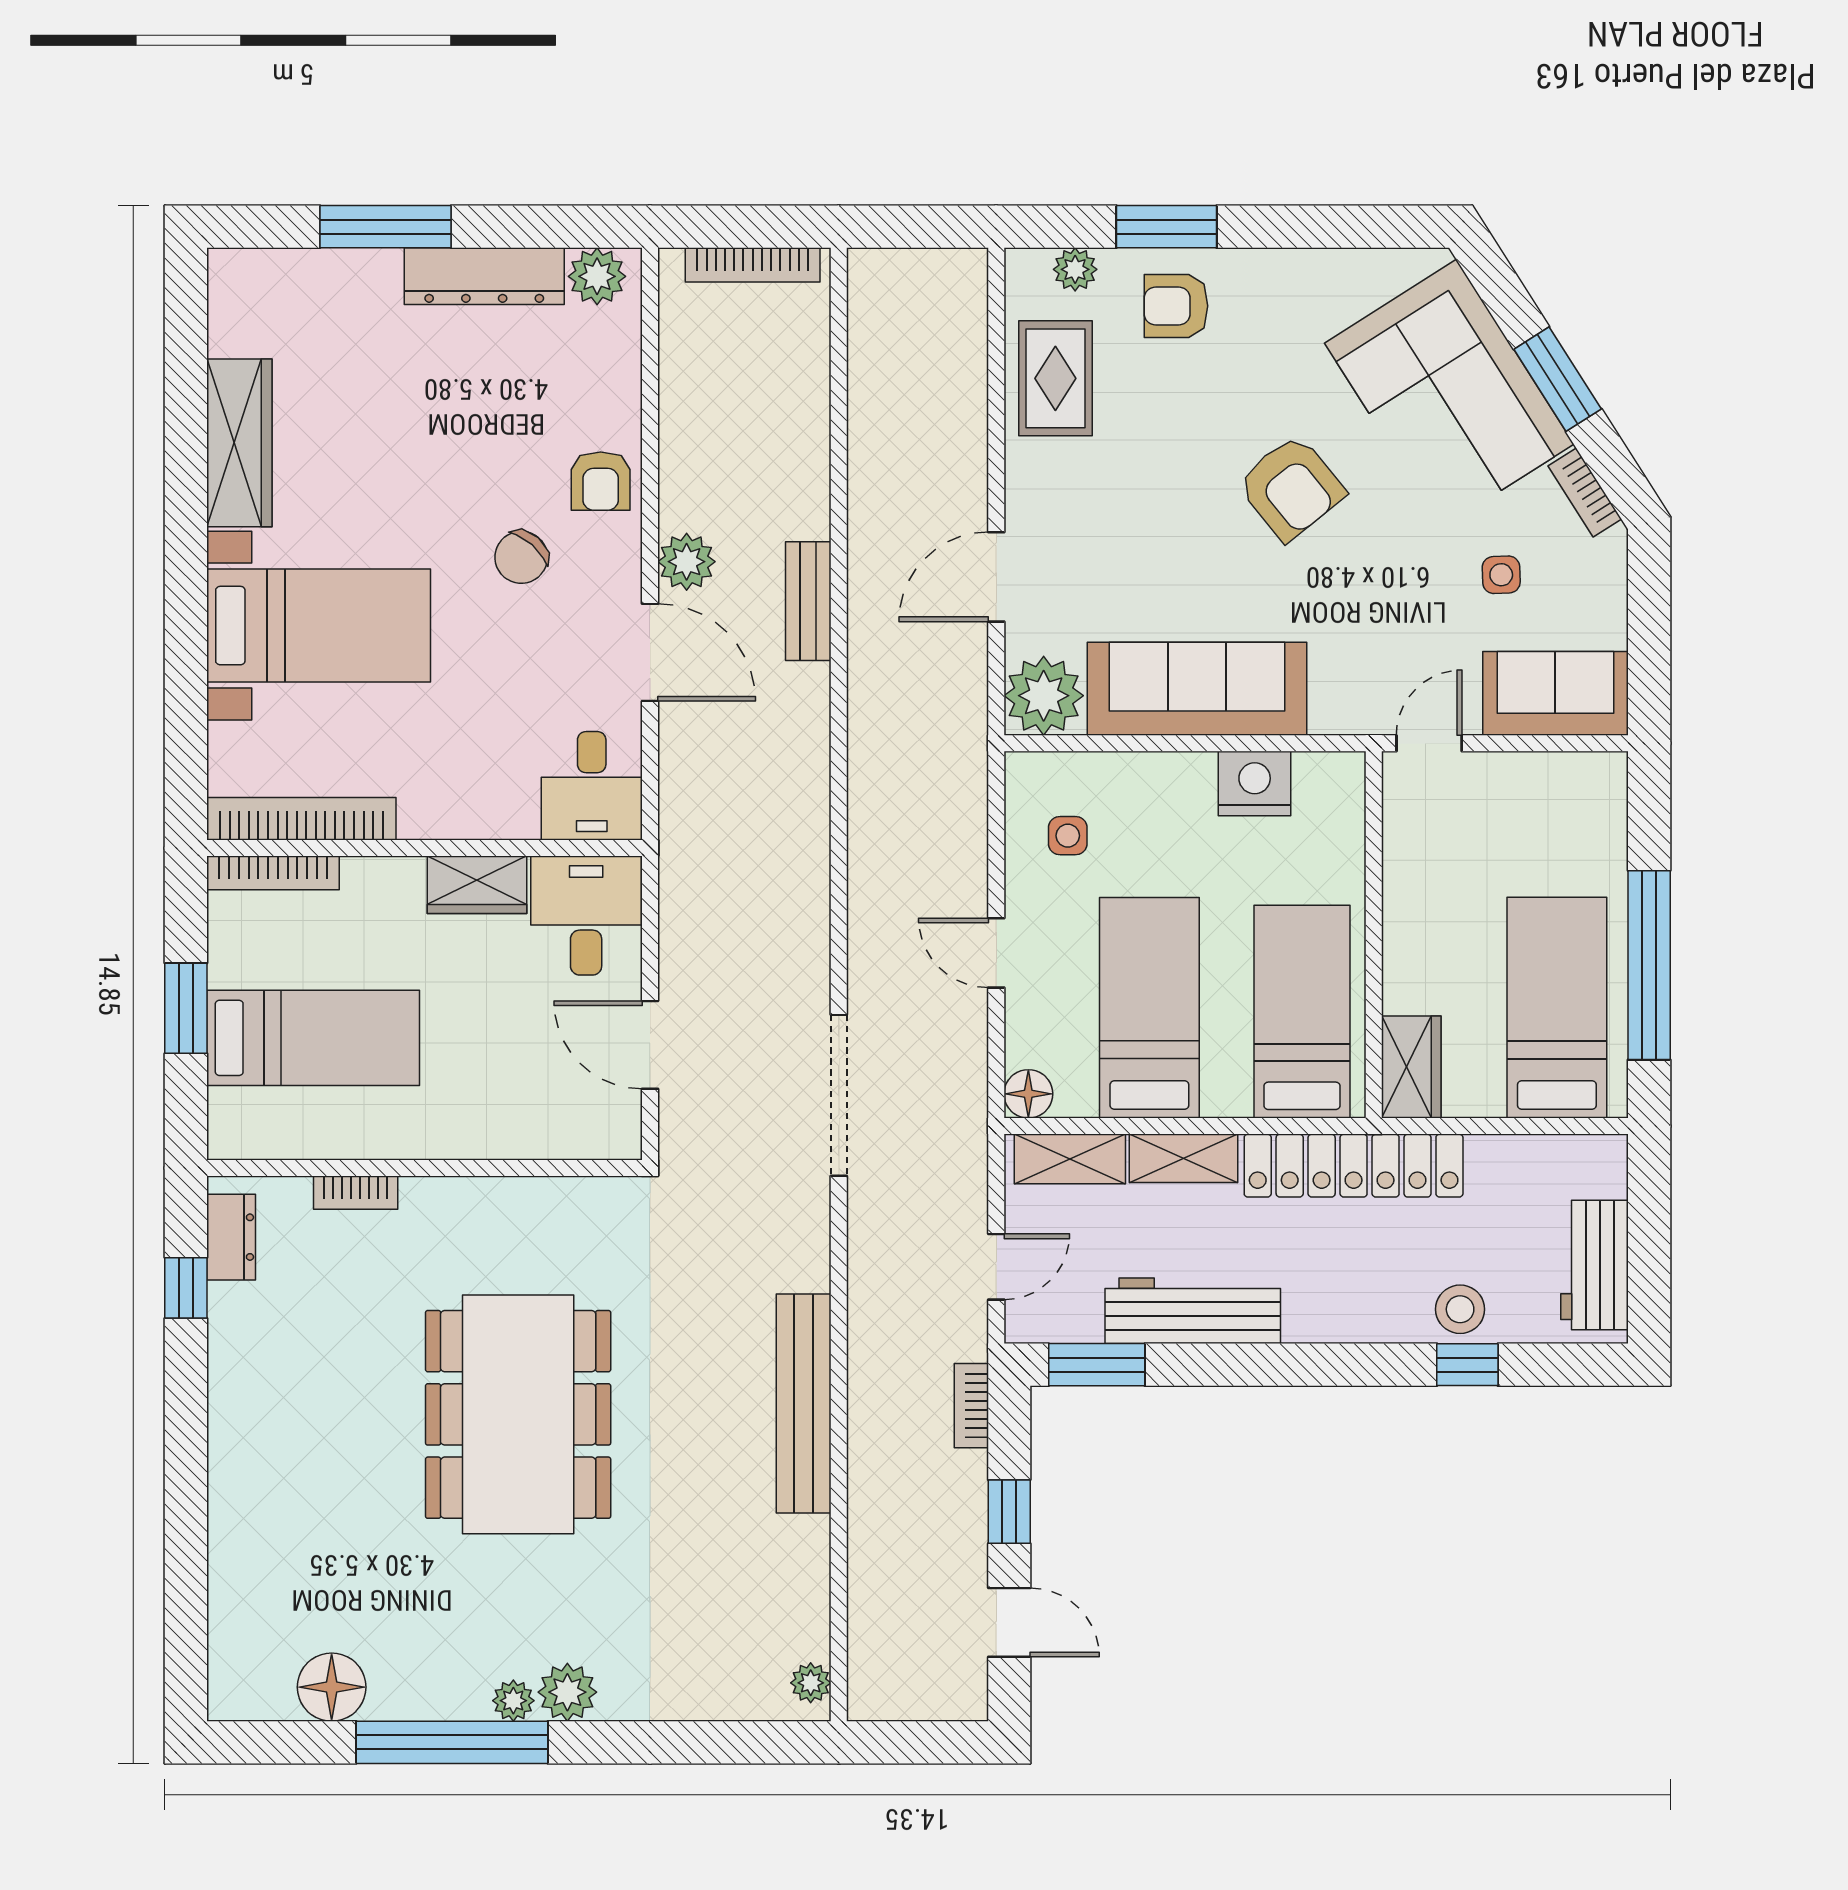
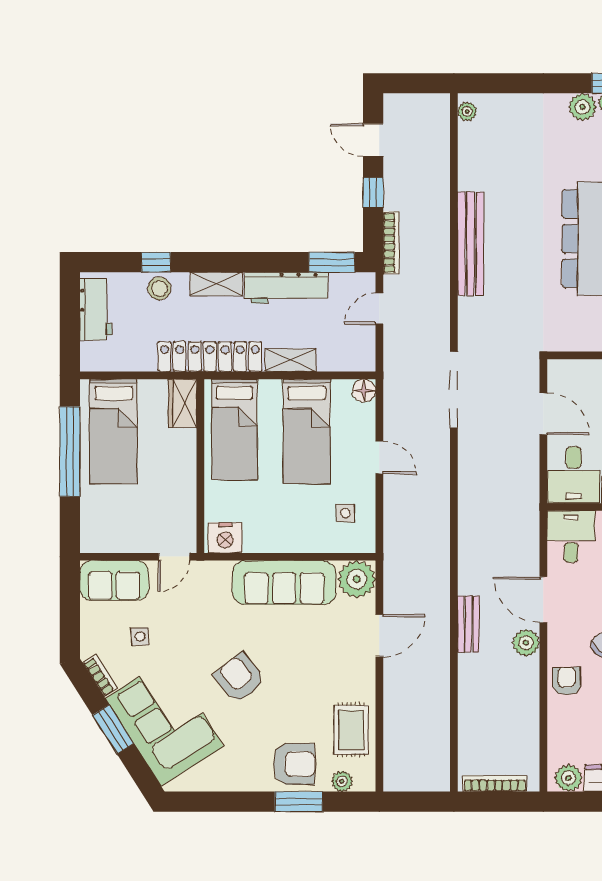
armchair: (1176, 306) -> (294, 764), width x1.38, depth x1.38
nightstand: (1255, 783) -> (225, 538), moved
shelving: (1070, 1159) -> (216, 284), moved
bookcase: (971, 1406) -> (391, 243), width x1.56

